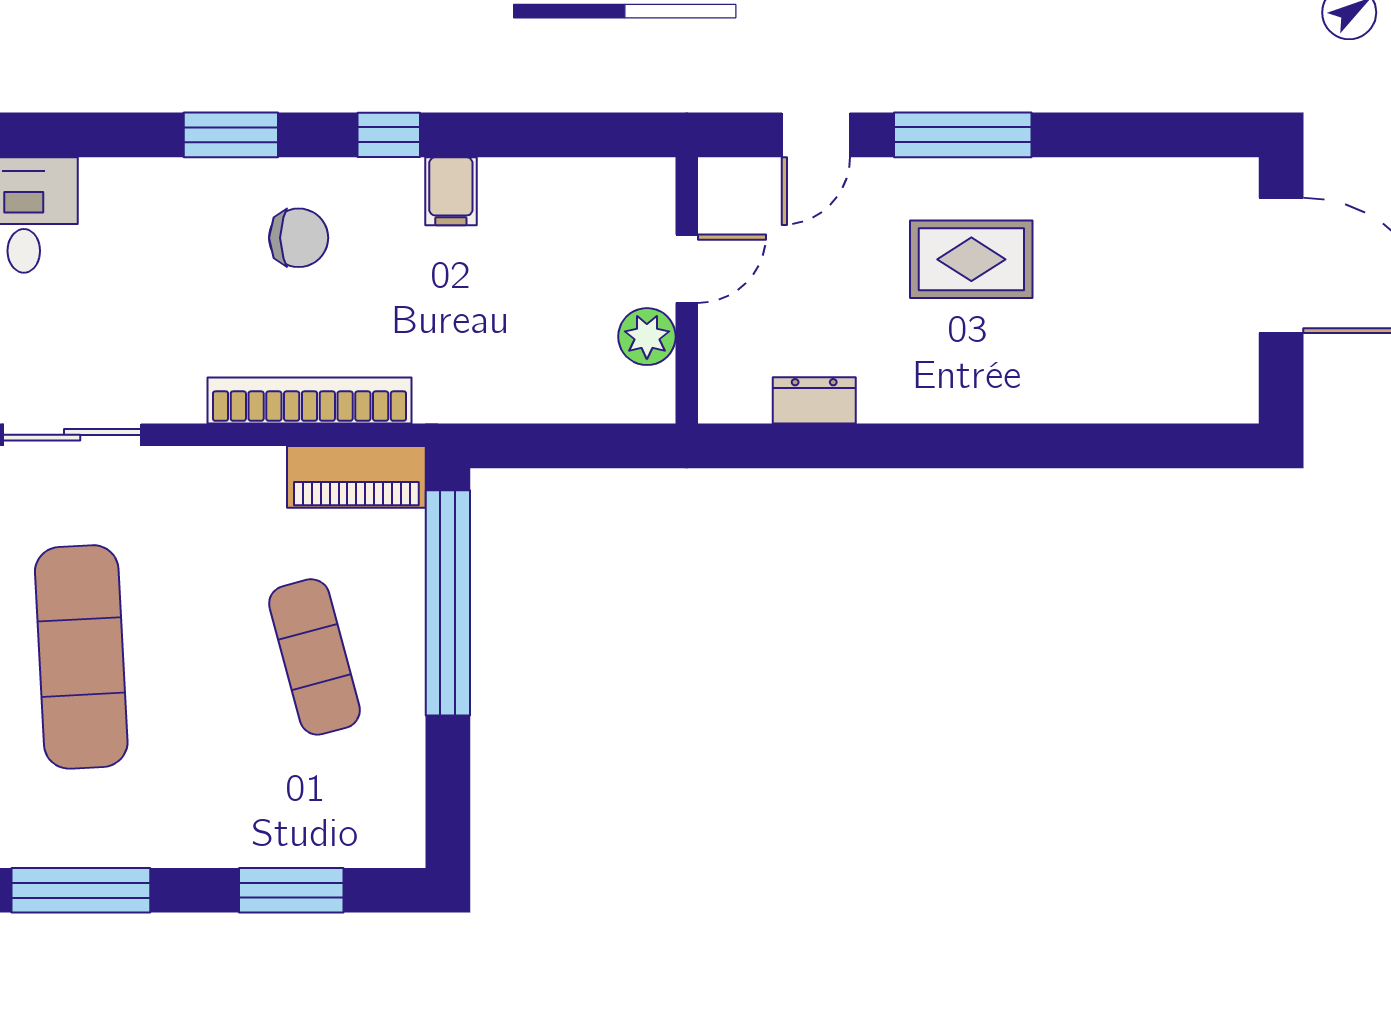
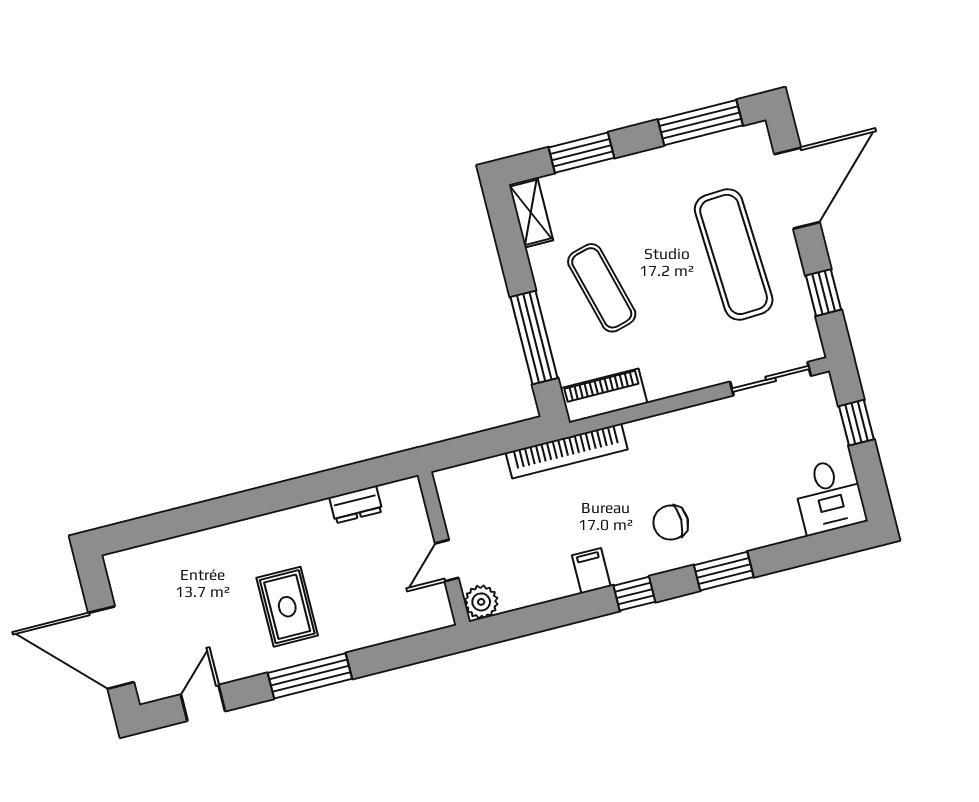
door: (816, 135) -> (203, 703), moved
rug: (971, 259) -> (287, 607), turned 90
plant: (647, 337) -> (481, 602), moved
bookcase: (309, 400) -> (567, 451), moved
window: (448, 603) -> (534, 338), width x0.68
shelving: (400, 812) -> (531, 212), added

